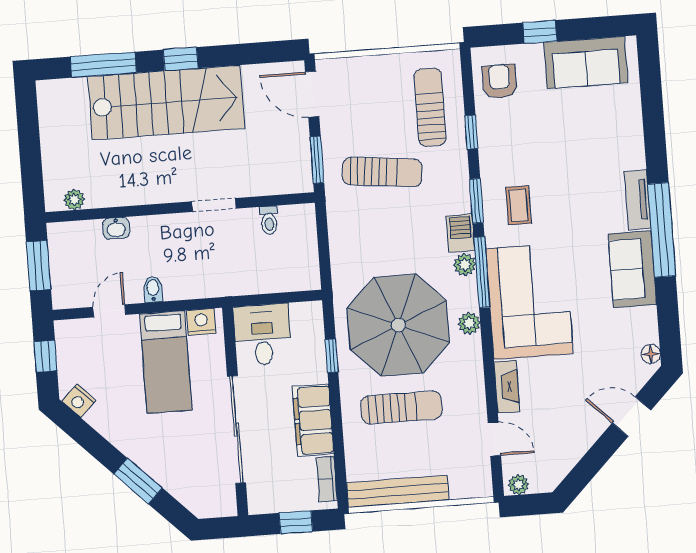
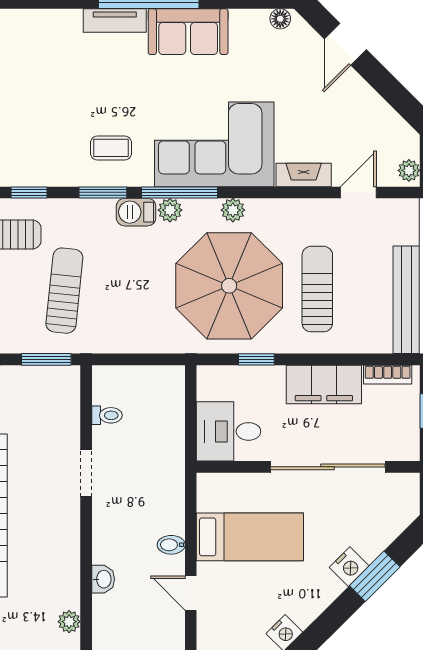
nightstand: (201, 322) -> (349, 567), moved, turned -135

